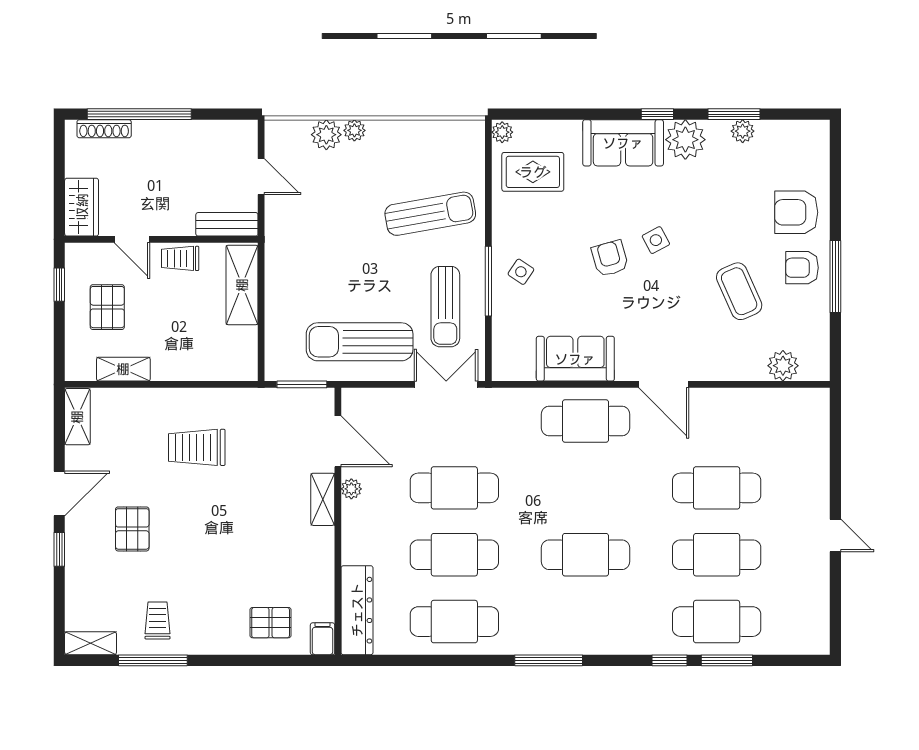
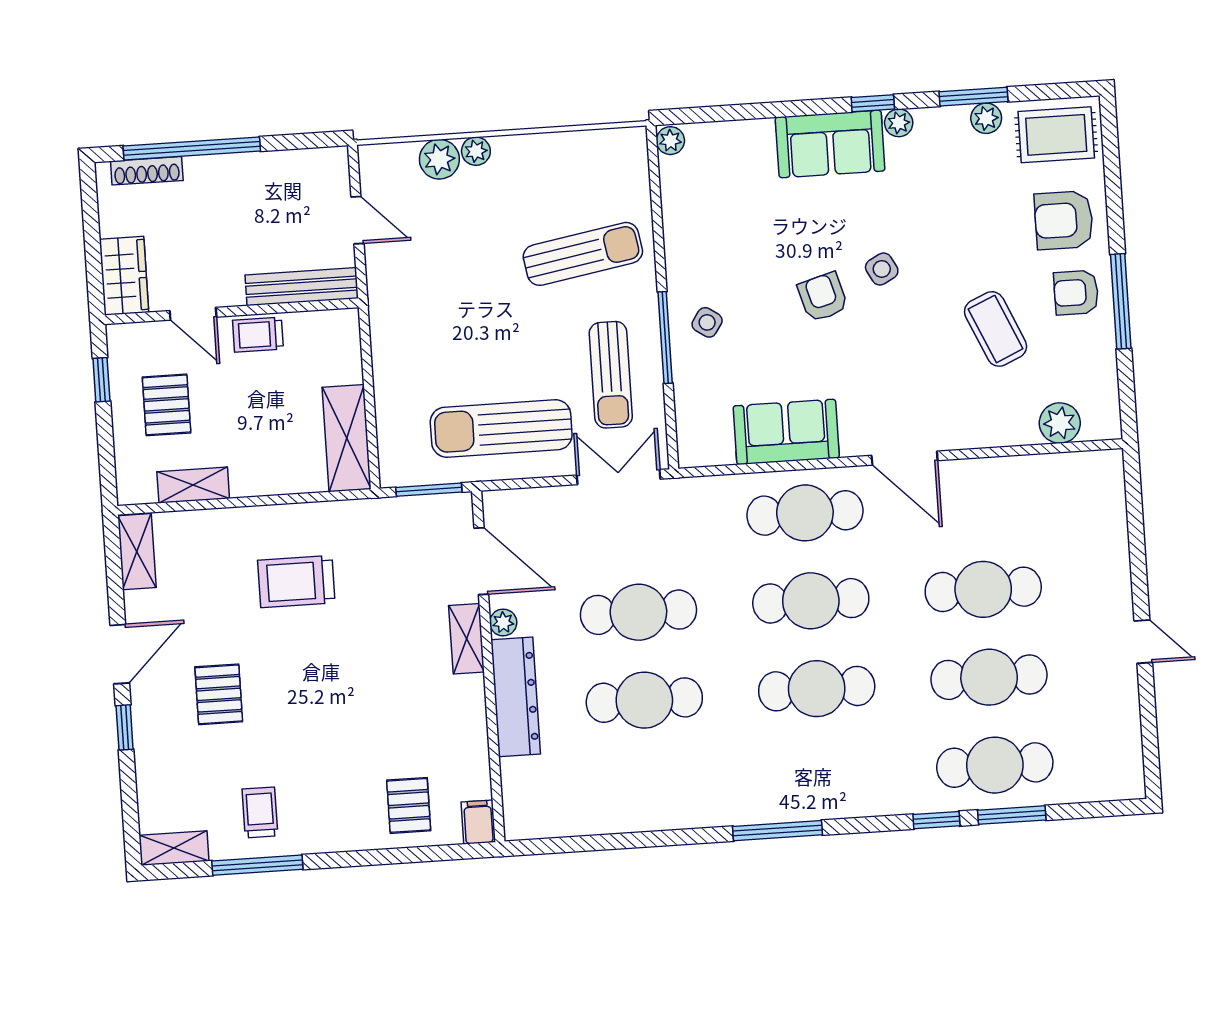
plant: (685, 140) -> (899, 123), width x0.53, depth x0.53
rug: (533, 172) -> (1056, 135), moved
bench: (227, 224) -> (302, 287), width x1.36
shelving: (242, 285) -> (347, 438), moved
dresser: (357, 610) -> (516, 697), moved
cafe table: (454, 622) -> (811, 601), moved
pallet: (271, 623) -> (409, 805), turned 90

